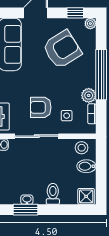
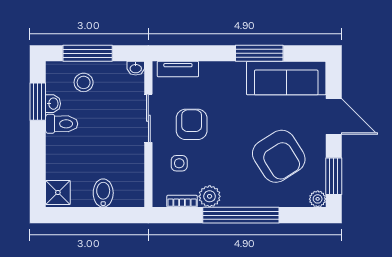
window: (75, 13) -> (334, 176), width x1.50
sliding door: (37, 136) -> (148, 118), width x0.73
stool: (82, 148) -> (84, 82), moved
toilet: (53, 194) -> (62, 124), moved

